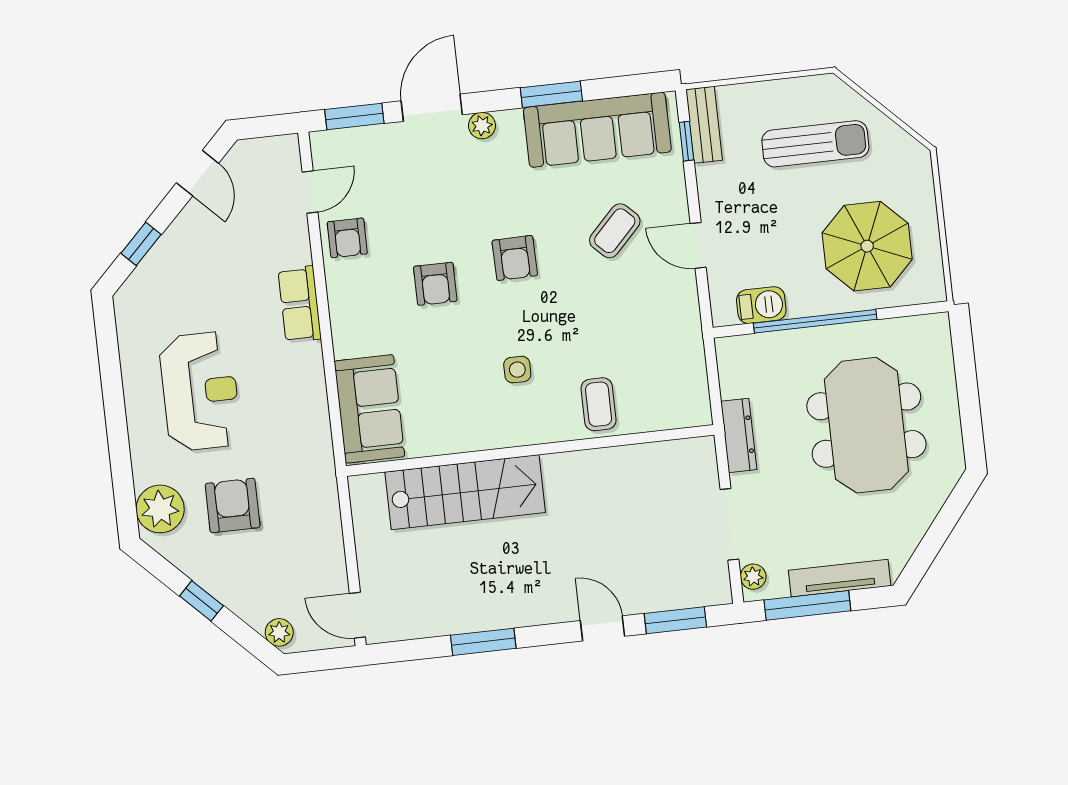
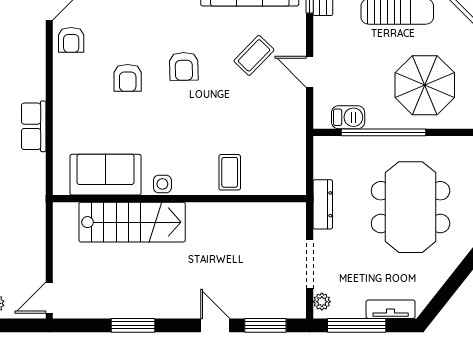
row of seats: (300, 304) -> (34, 126), moved
side table: (517, 370) -> (162, 184), moved
sofa: (369, 409) -> (106, 175), moved, turned -90
tv unit: (840, 578) -> (391, 309), width x0.71
door: (357, 615) -> (49, 298), hinge flipped

